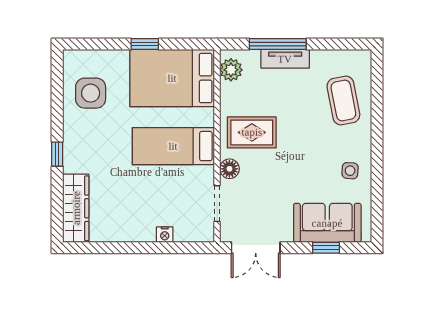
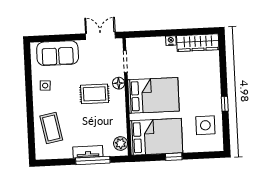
rug: (252, 132) -> (95, 94), moved
bed: (173, 146) -> (153, 95), width x1.50
window: (57, 154) -> (225, 104), moved
wardrobe: (76, 208) -> (198, 43), moved, turned -90
nightstand: (165, 235) -> (171, 41), moved
window: (326, 248) -> (58, 38), removed

